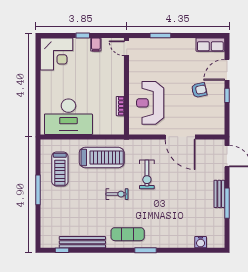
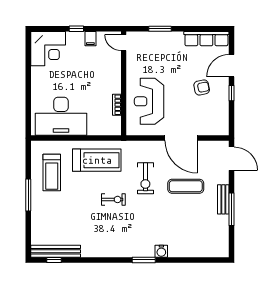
row of seats: (210, 45) -> (206, 39), width x1.48
exercise mat: (128, 234) -> (186, 186), moved
bench: (82, 242) -> (56, 251), moved
water cooler: (201, 242) -> (161, 251), moved

